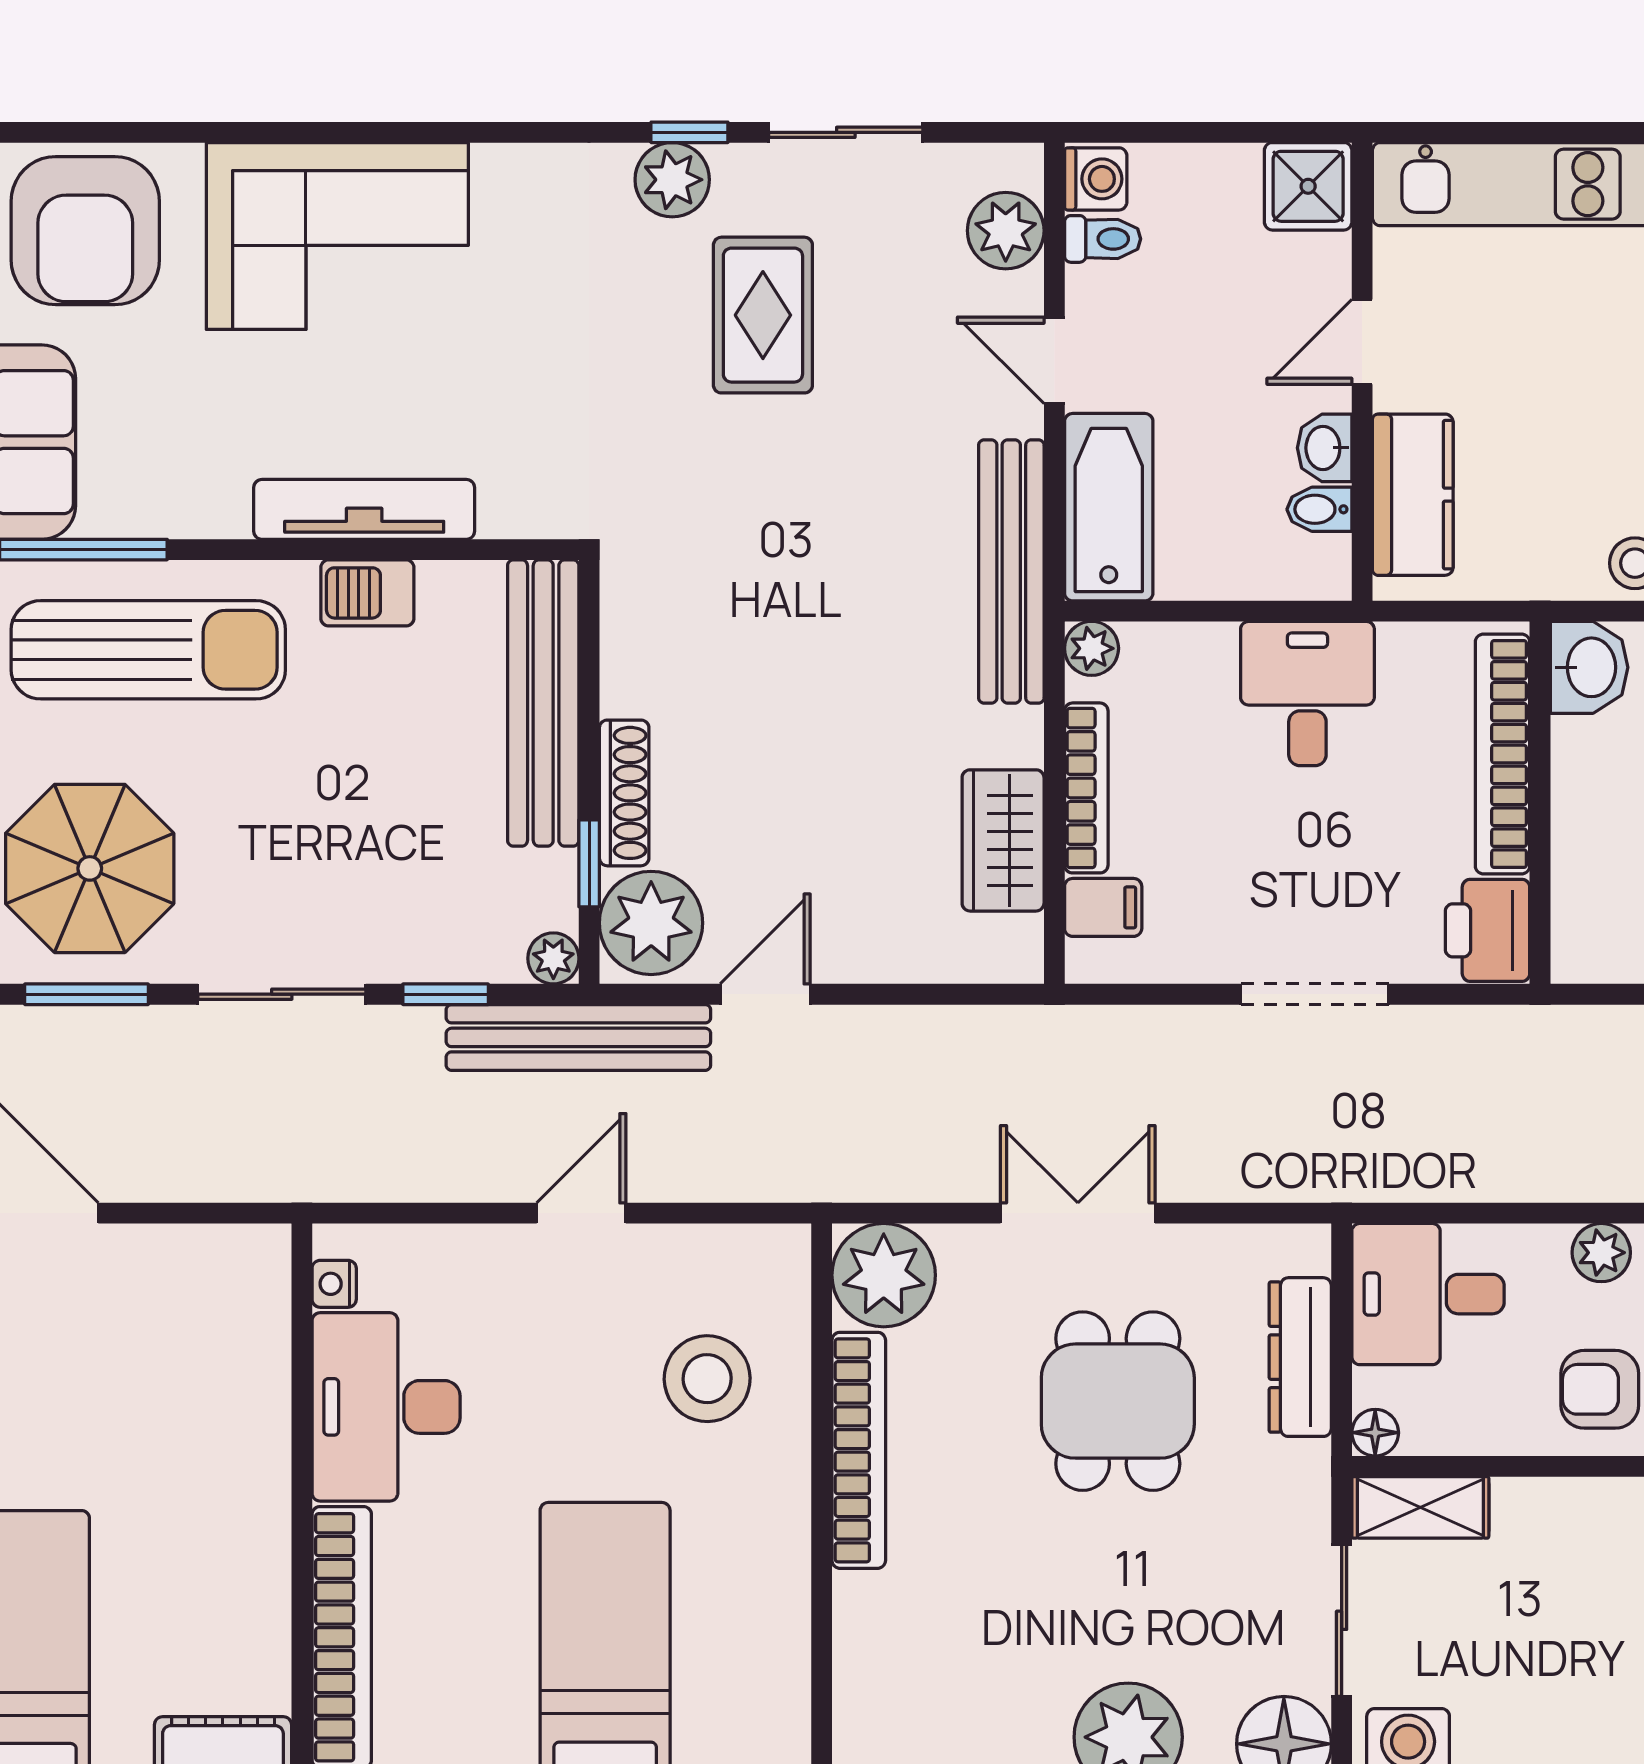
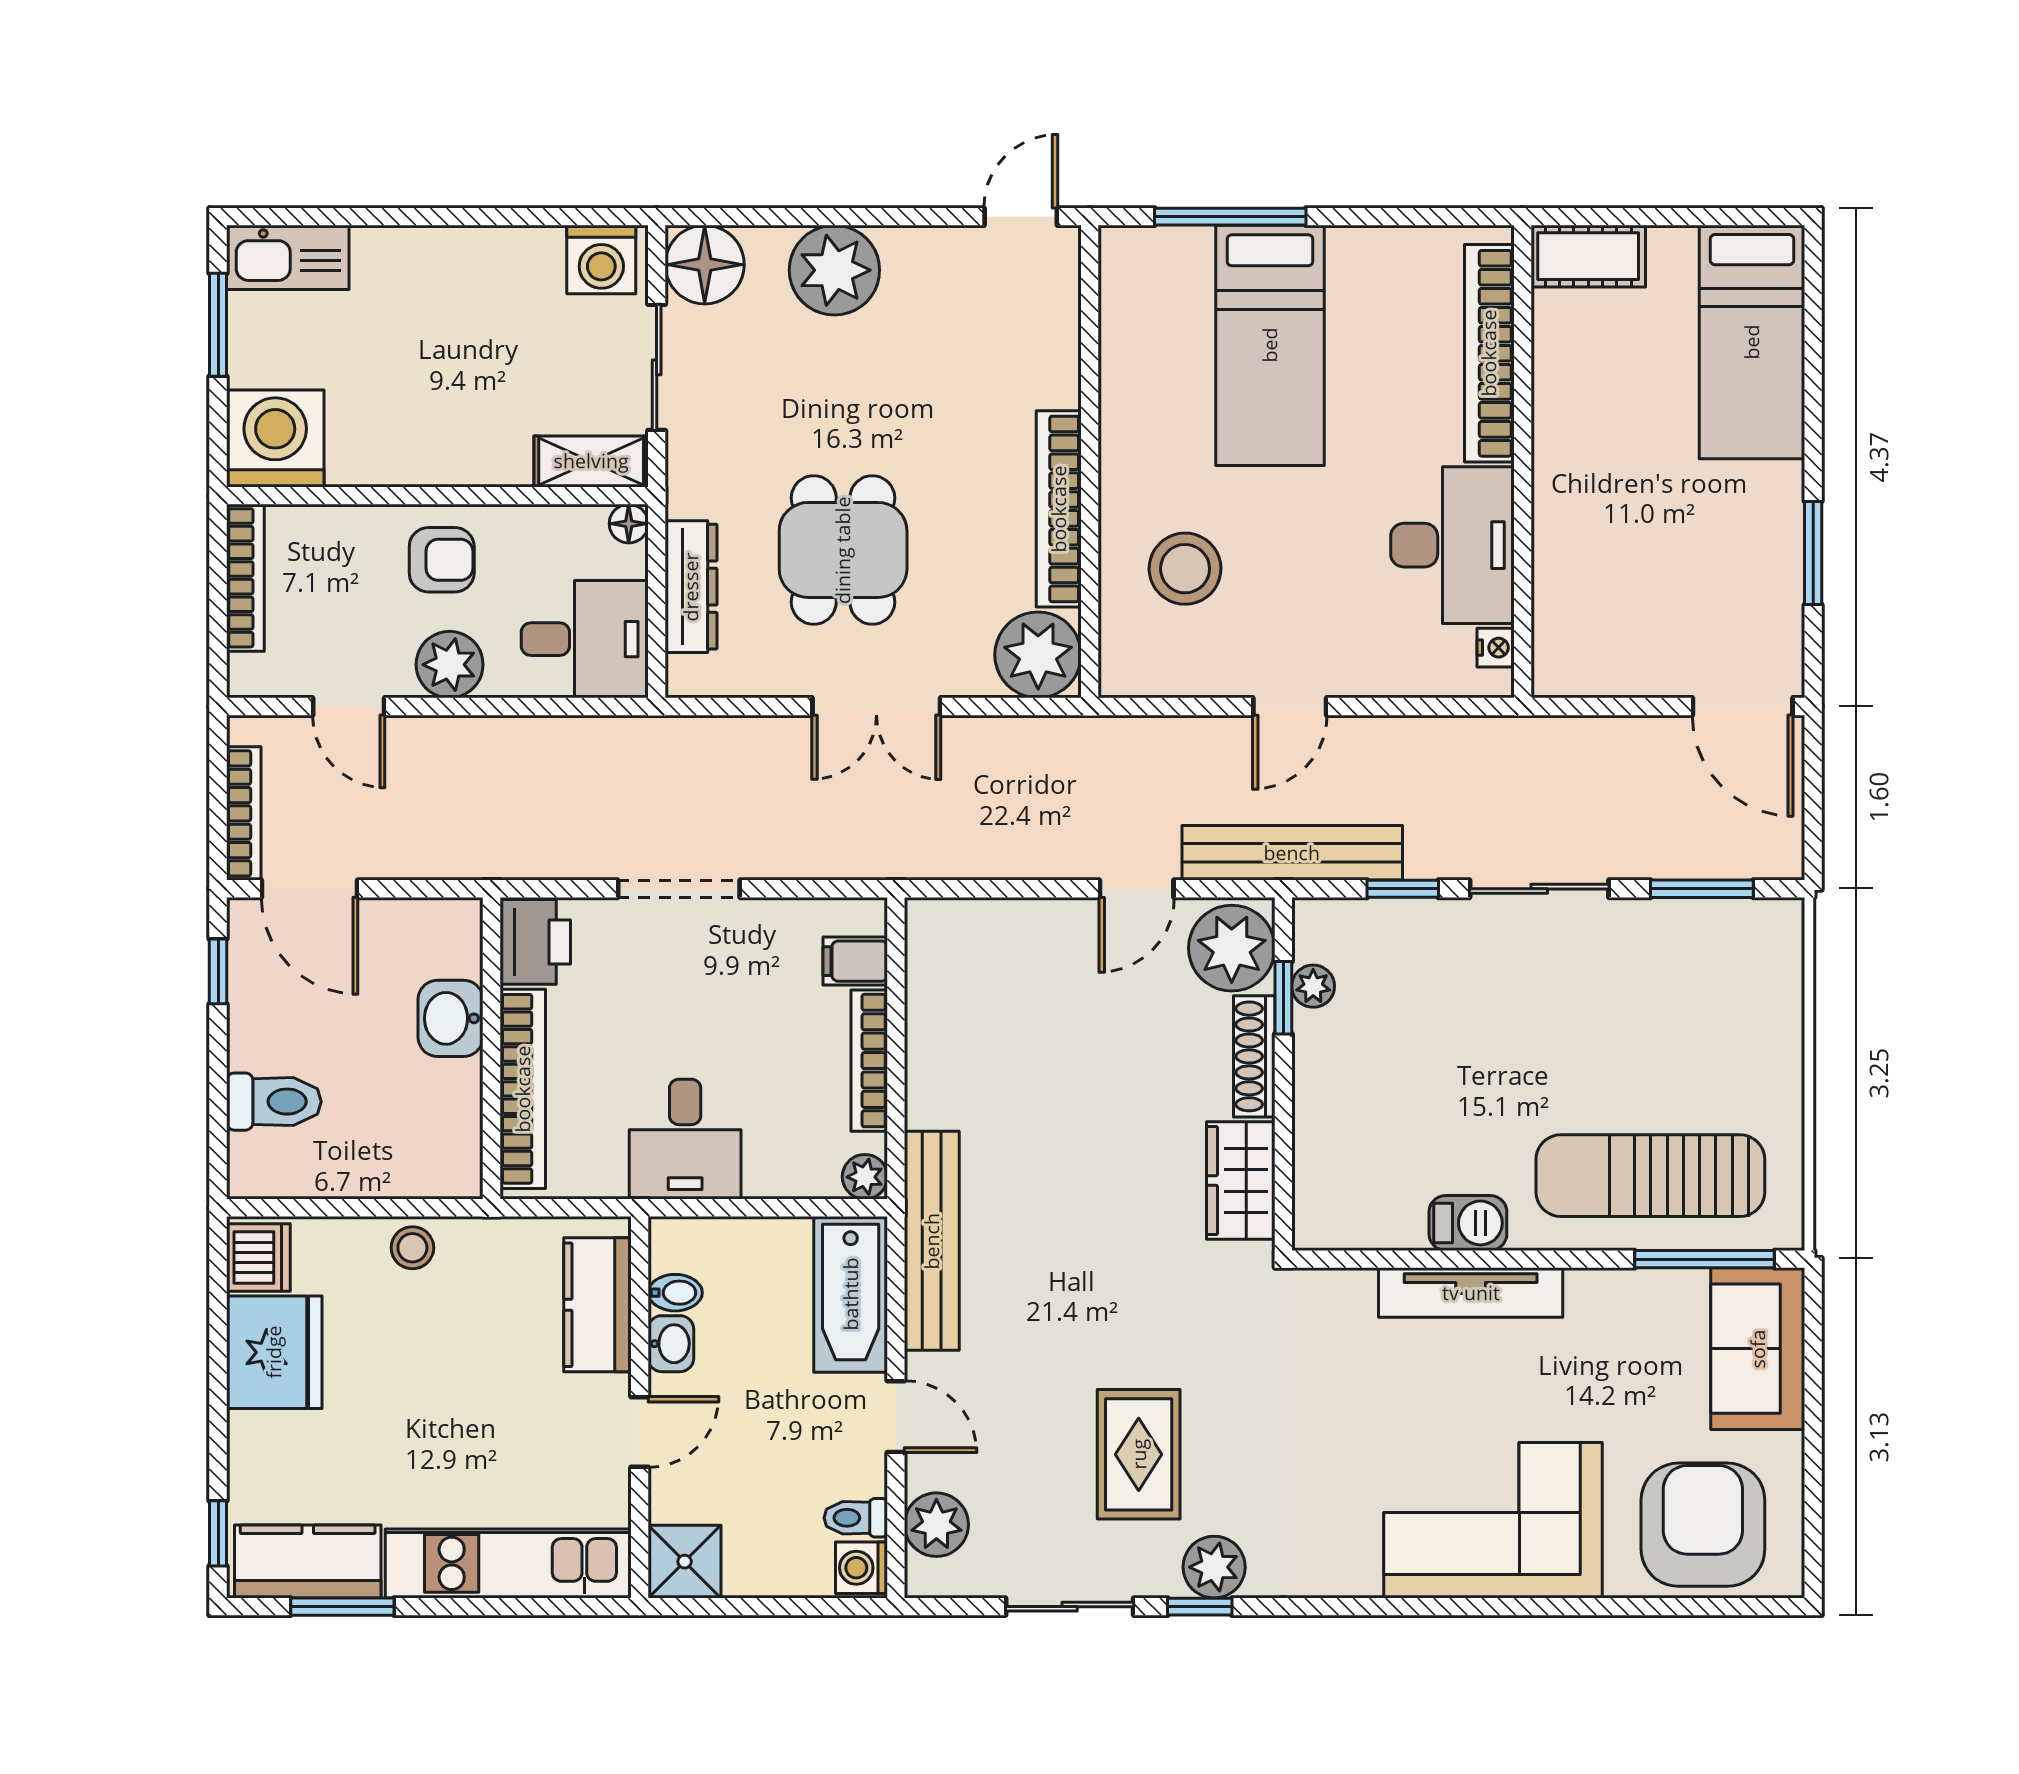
washbasin: (1589, 667) -> (451, 1018), moved
bench: (543, 703) -> (1322, 1131), removed
wardrobe: (1003, 840) -> (1241, 1180), moved, turned 180
parasol: (90, 868) -> (1699, 994), removed
plant: (553, 958) -> (1313, 986), moved
plant: (1601, 1253) -> (450, 665), width x1.38, depth x1.38

